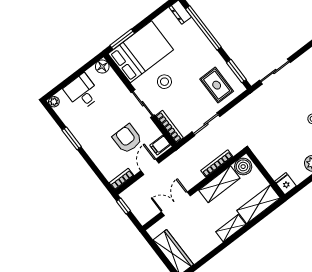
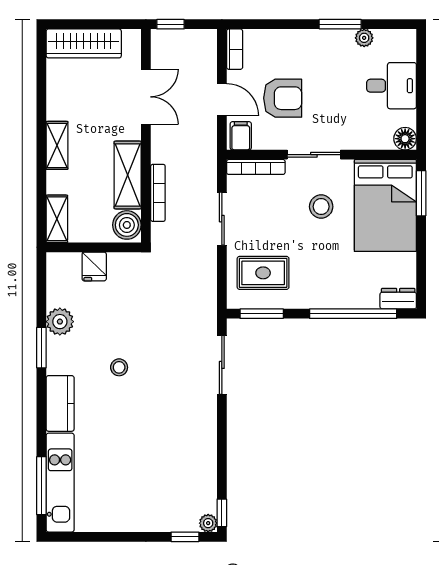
plant: (54, 102) -> (364, 38), moved
fridge: (285, 184) -> (94, 266), moved, turned 90
shelving: (259, 204) -> (57, 219), width x0.67, depth x0.75
window: (123, 206) -> (171, 24), moved

